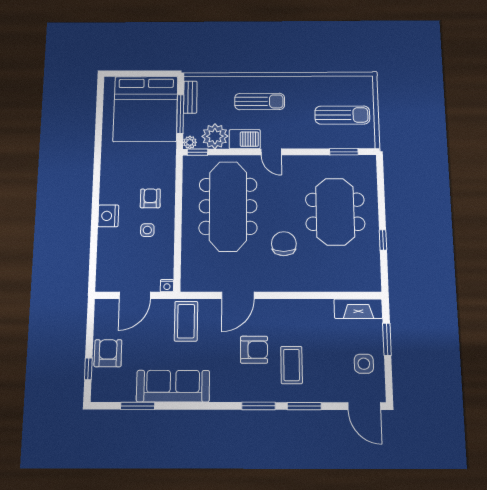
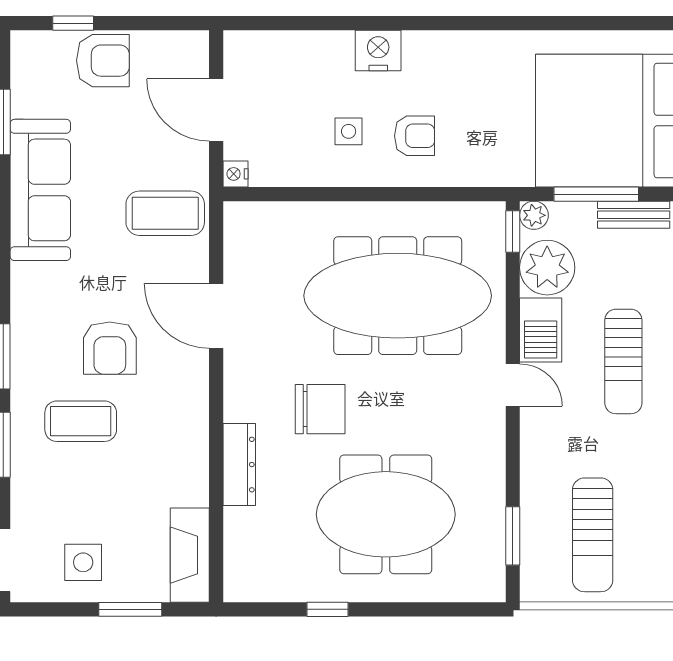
door: (271, 152) -> (513, 385), swing flipped
dresser: (312, 284) -> (239, 465), added

